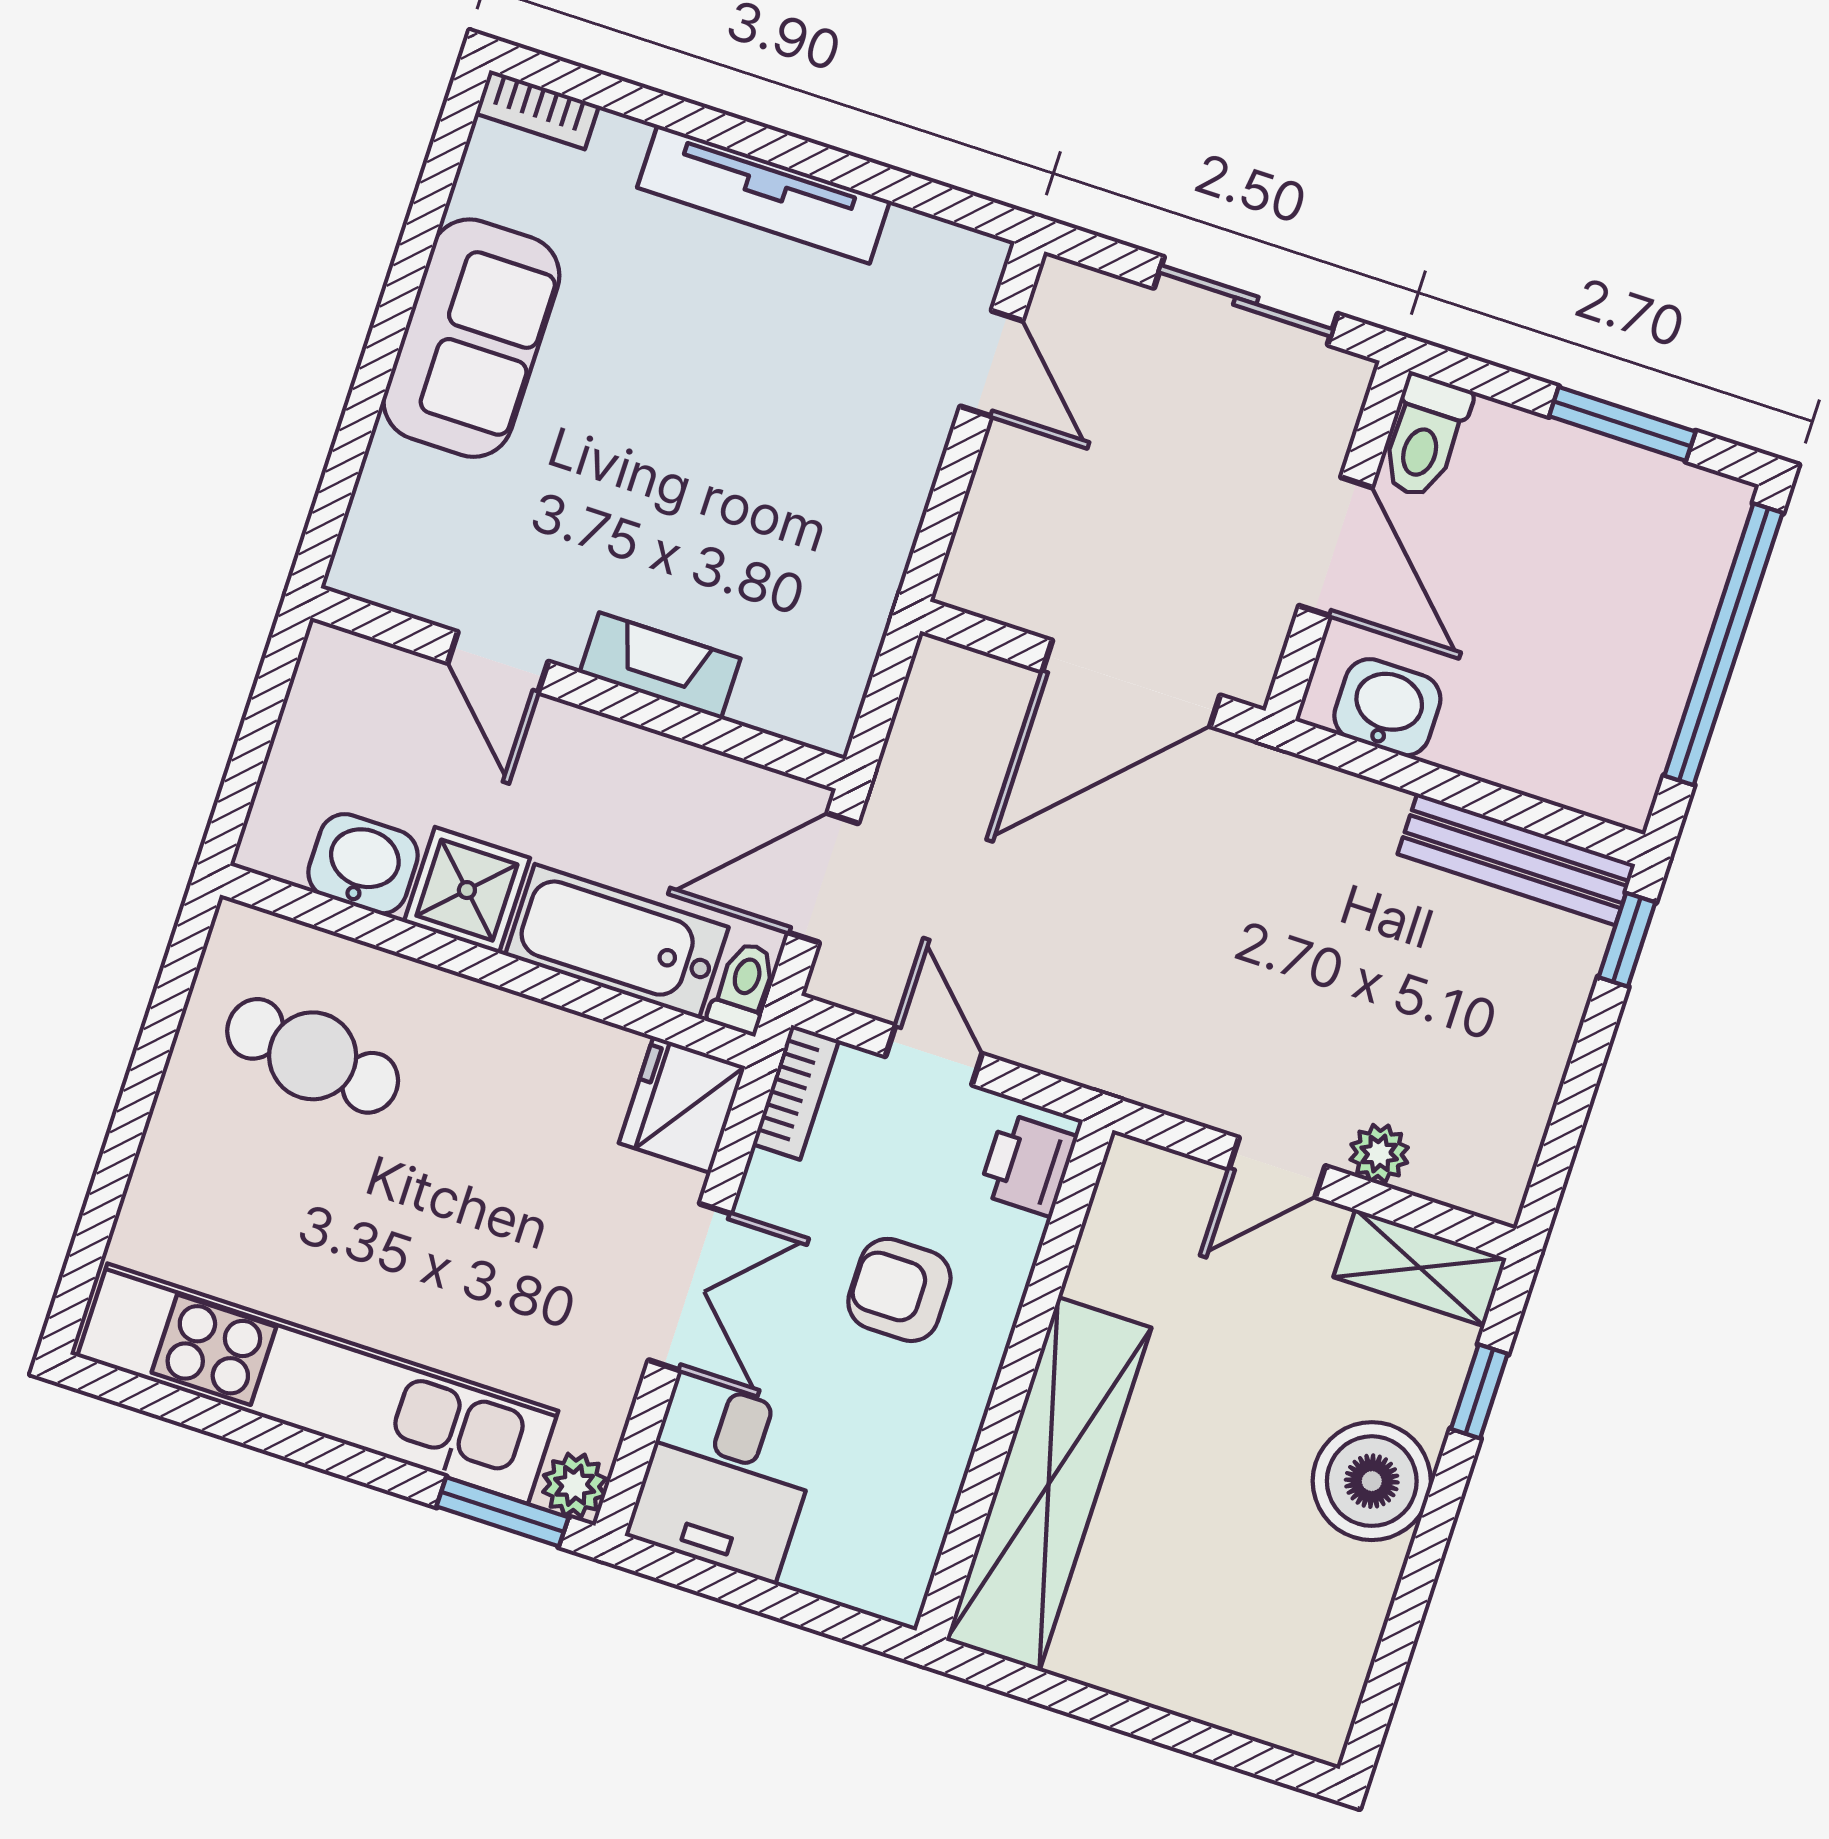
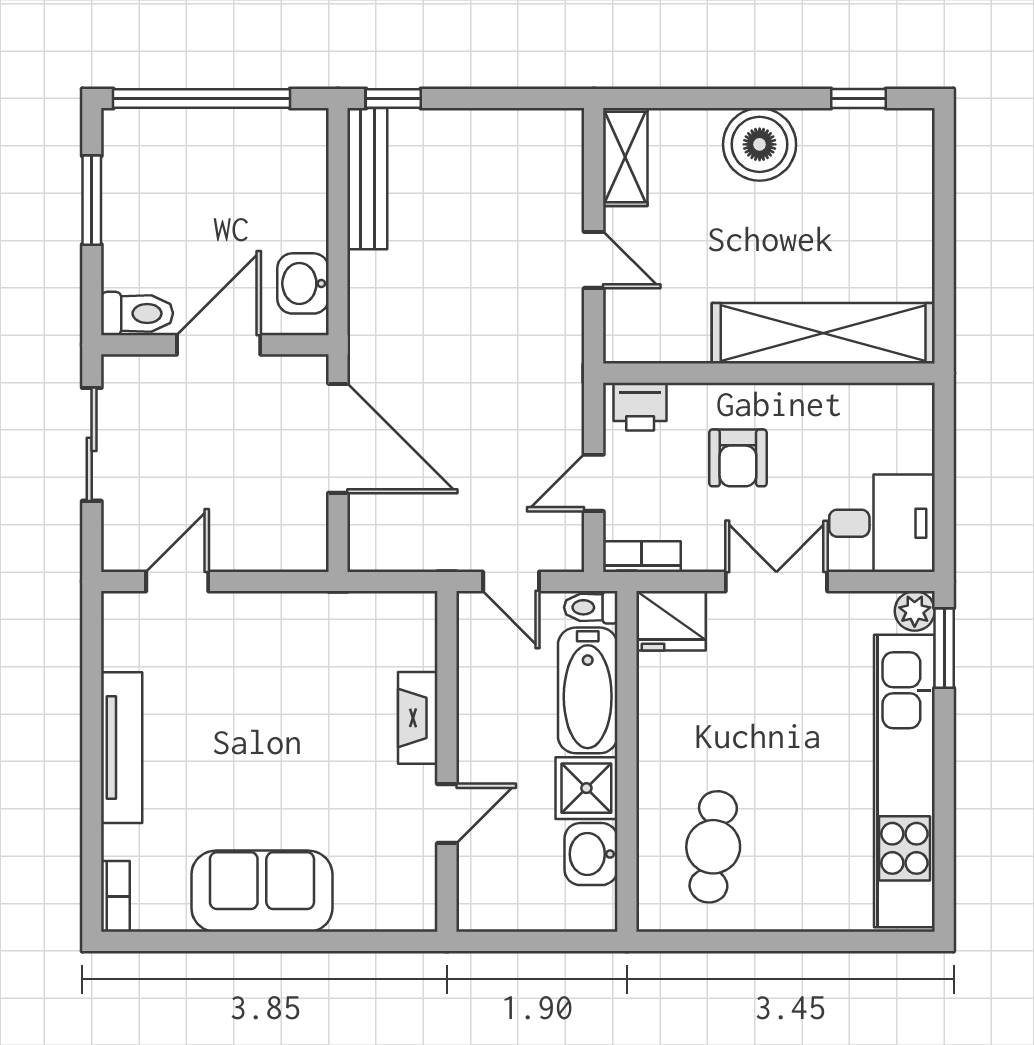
door: (823, 878) -> (511, 582), width x0.73
plant: (1379, 1153) -> (566, 203), removed
window: (1479, 1391) -> (858, 98), moved

